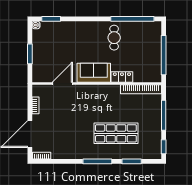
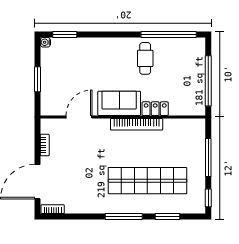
bookcase: (141, 89) -> (137, 124), moved
shop shelf: (116, 133) -> (147, 181), width x1.40

